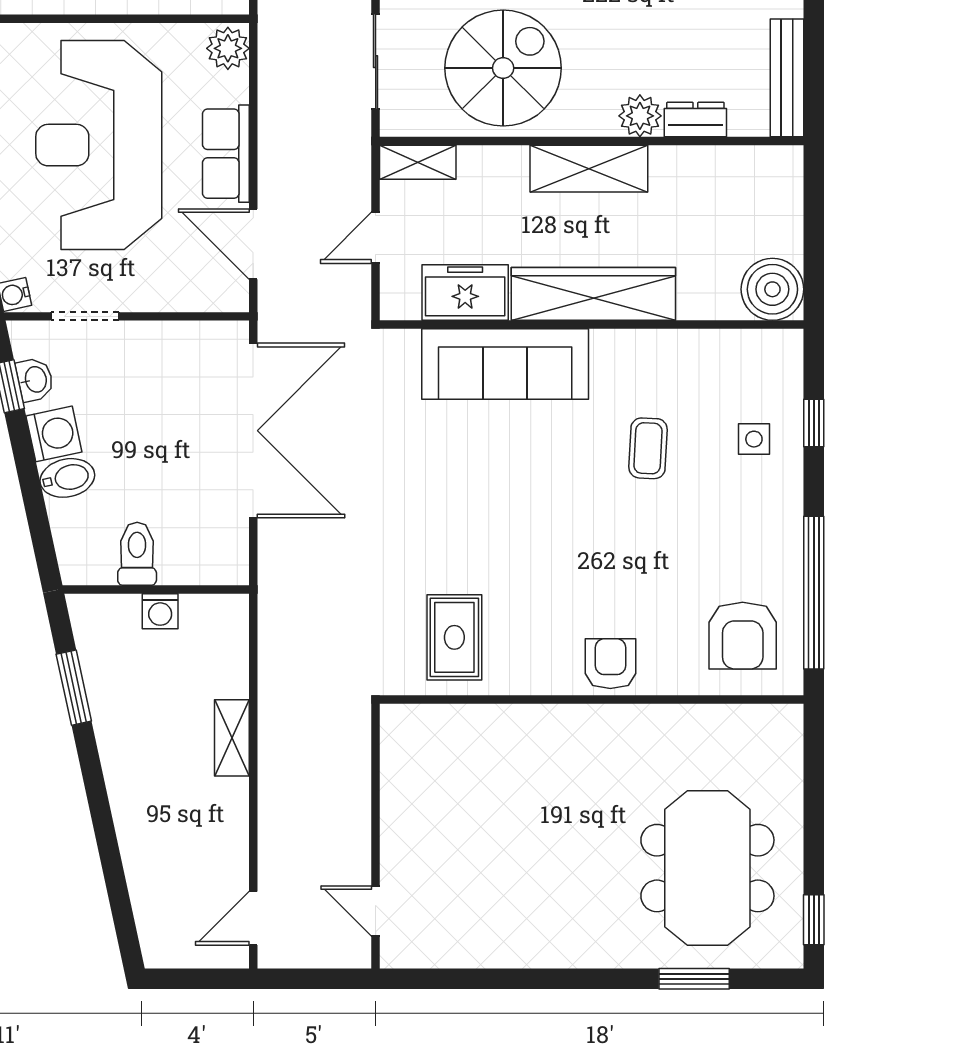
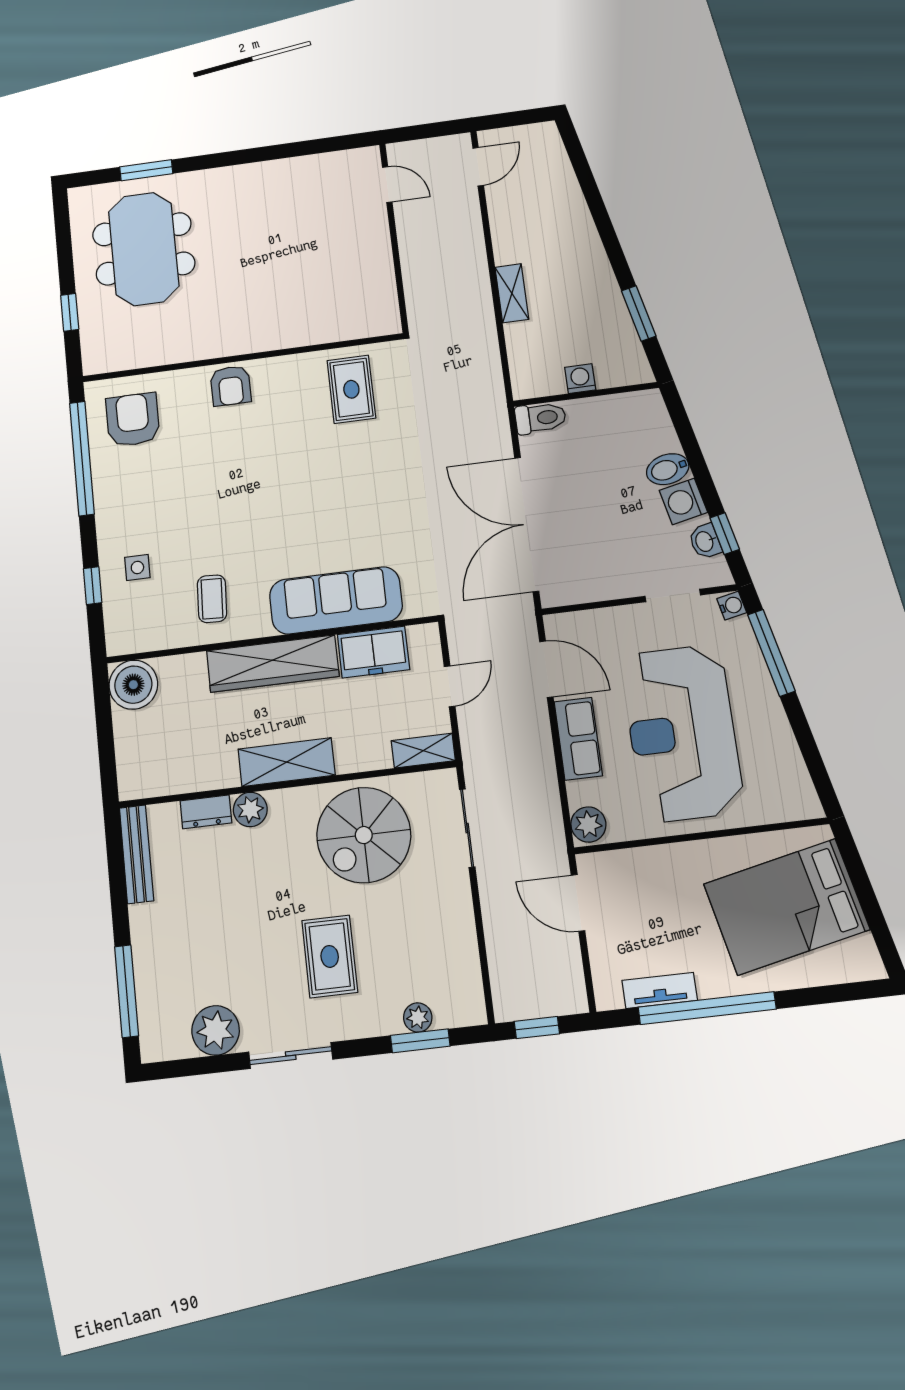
reception desk: (99, 145) -> (682, 733), turned 180
coffee table: (648, 448) -> (212, 599), moved
toilet: (137, 554) -> (540, 418), moved, turned -90
window: (814, 920) -> (70, 312), moved

